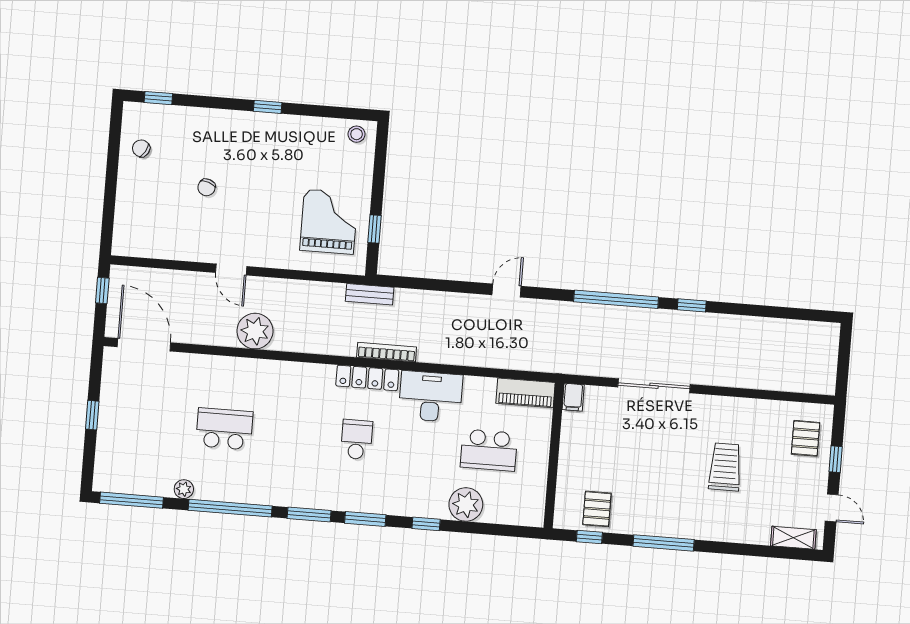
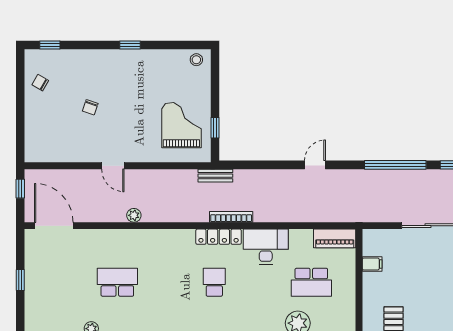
plant: (255, 331) -> (134, 215), width x0.53, depth x0.53
filing cabinet: (573, 397) -> (372, 264), moved, turned -90

